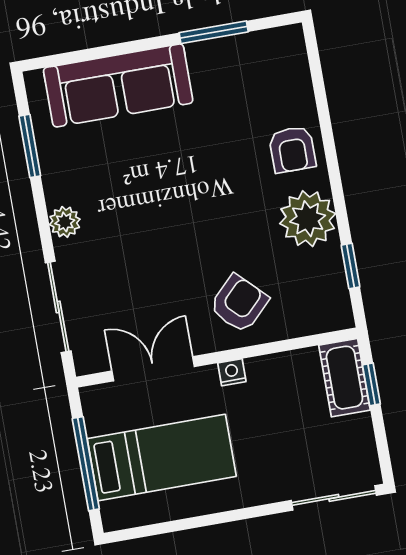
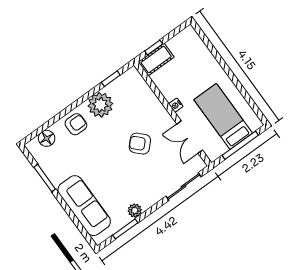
floor lamp: (293, 76) -> (47, 138), added
plant: (65, 222) -> (135, 210), moved
armchair: (239, 304) -> (140, 144), moved
sliding door: (334, 498) -> (206, 40), removed

